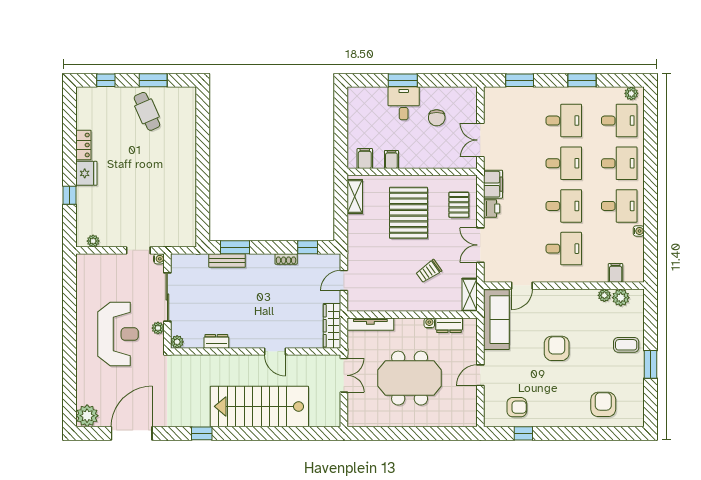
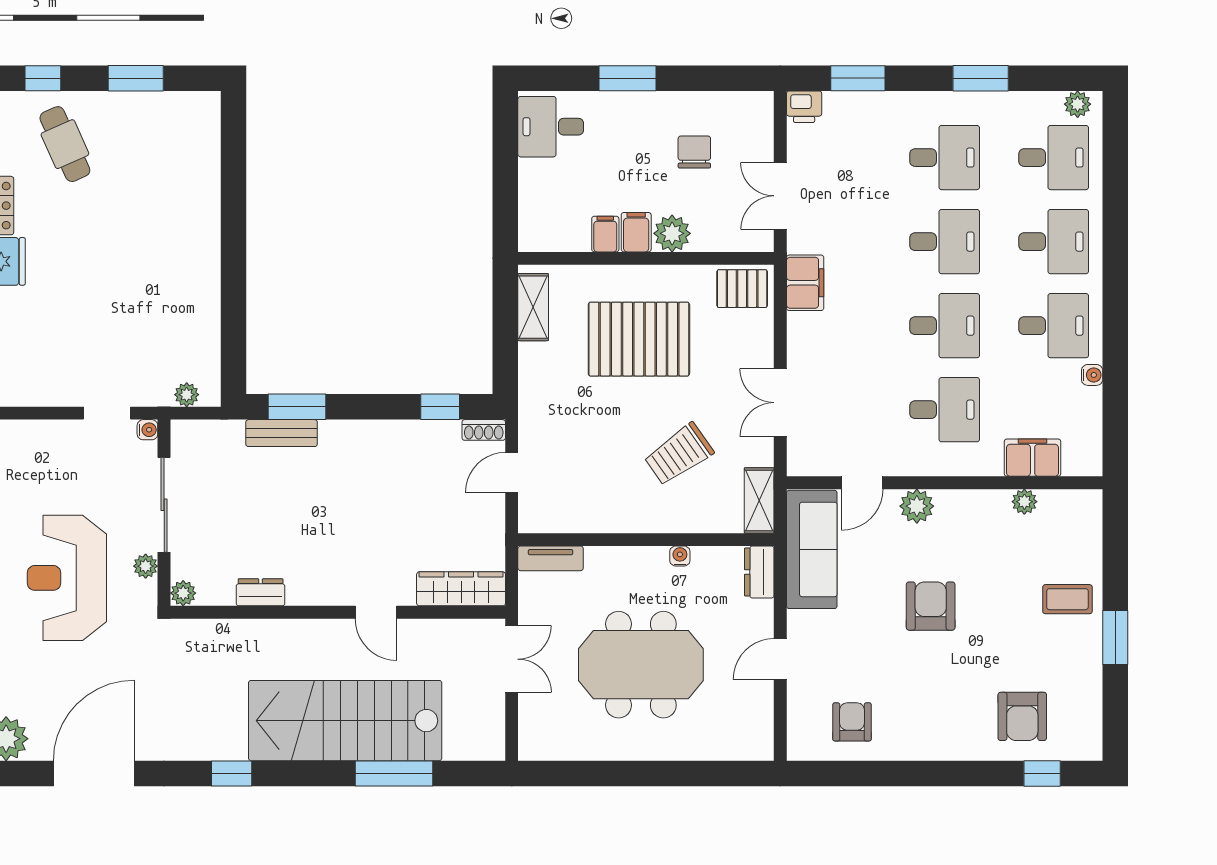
desk: (404, 103) -> (551, 127), moved, turned -90
cafe table: (147, 111) -> (65, 144), moved
chair: (437, 118) -> (694, 152), turned 180
filing cabinet: (365, 158) -> (636, 232), moved
plant: (425, 159) -> (672, 233), added
pallet: (459, 205) -> (742, 289), moved, turned 90
printer: (492, 208) -> (804, 107), moved, turned 90
pallet: (409, 213) -> (639, 339), turned 90
plant: (93, 241) -> (187, 395), moved
shoe rack: (286, 259) -> (484, 430), moved
trolley: (429, 271) -> (679, 454), width x1.36, depth x1.39
filing cabinet: (616, 273) -> (1033, 458), width x2.00
plant: (621, 298) -> (917, 506), moved
tv unit: (370, 324) -> (551, 558), width x0.71
dresser: (449, 325) -> (759, 572), moved, turned 90
wardrobe: (332, 326) -> (461, 589), moved, turned 90
reception desk: (118, 334) -> (67, 578), turned 180
armchair: (603, 404) -> (1022, 716), turned 180
armchair: (517, 407) -> (852, 722), turned -90
window: (284, 433) -> (394, 773), added
window: (523, 433) -> (1042, 773), moved

